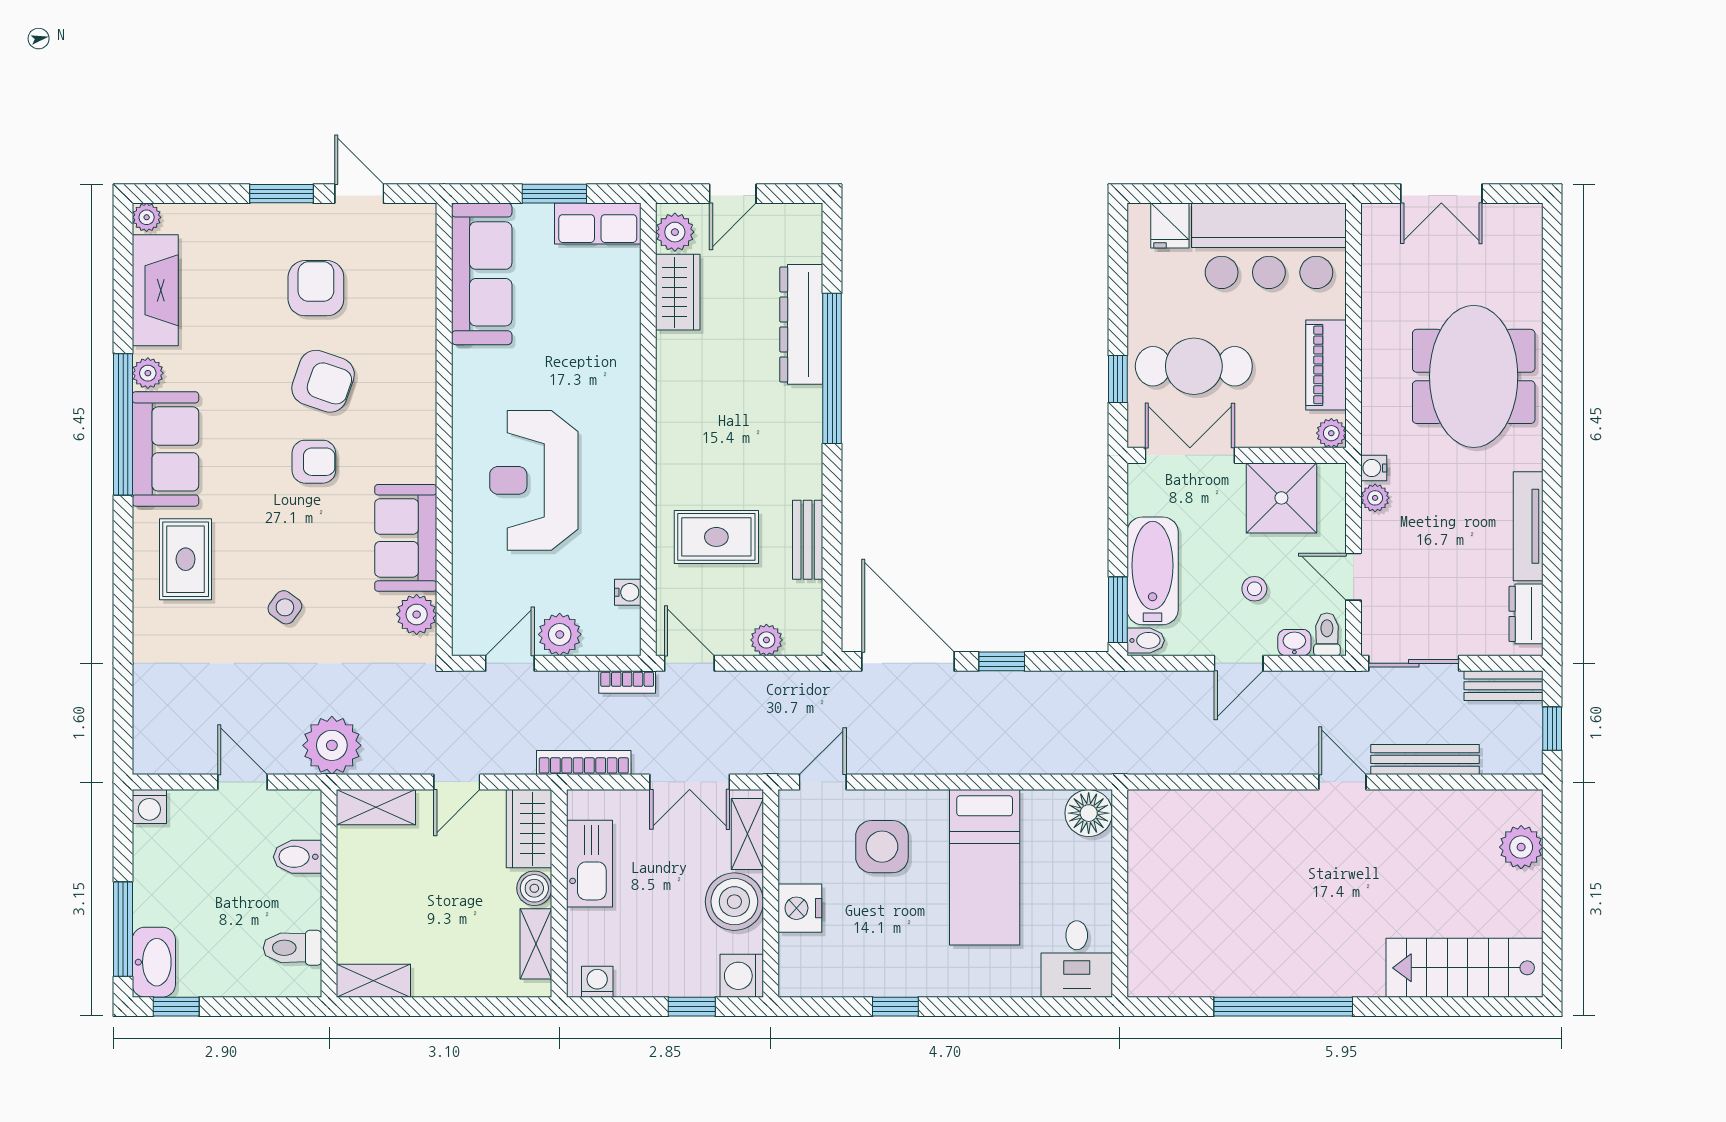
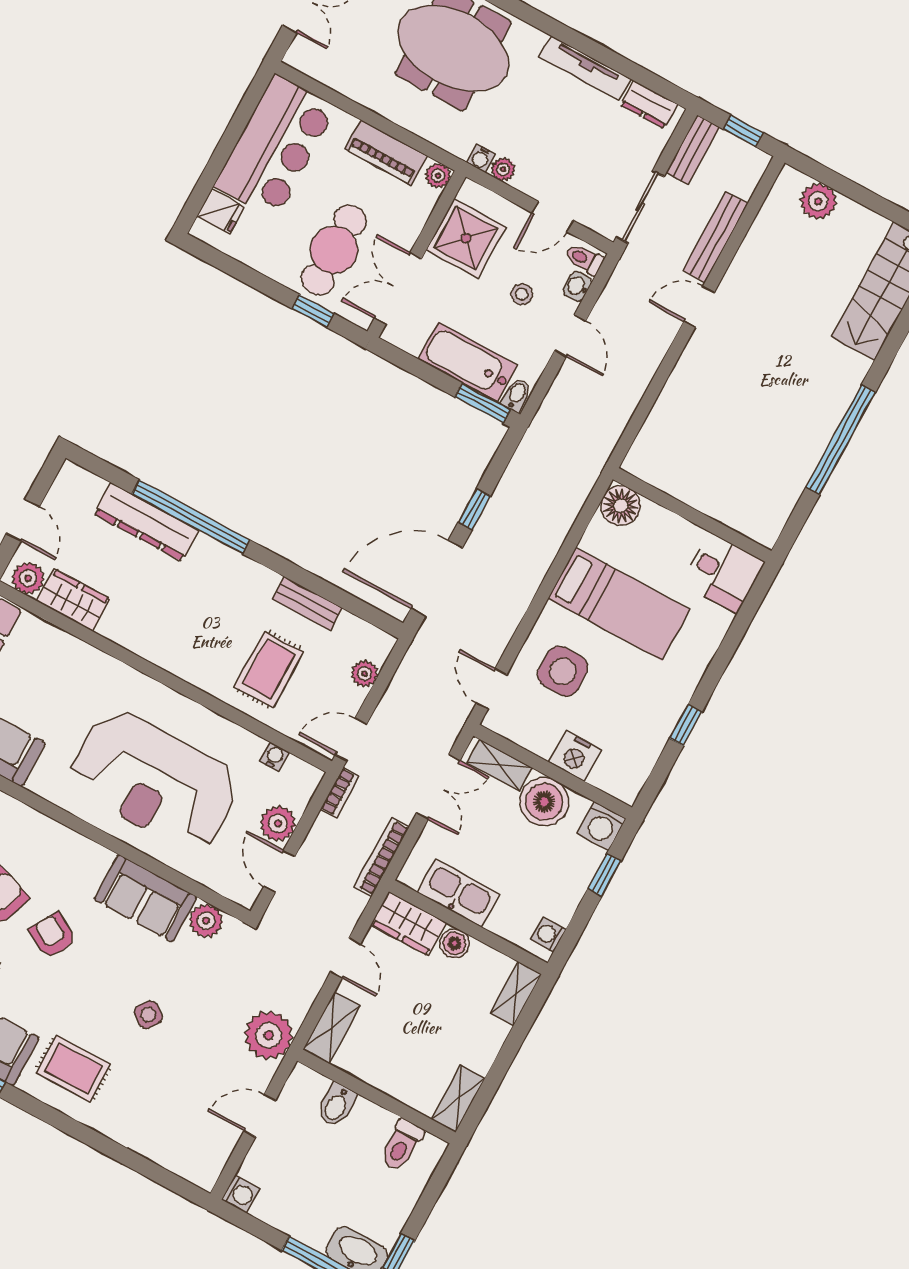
armchair: (314, 462) -> (53, 935), turned -60
reception desk: (534, 480) -> (154, 781), width x1.36, depth x1.30
shelving: (536, 944) -> (516, 994), moved, turned 90

